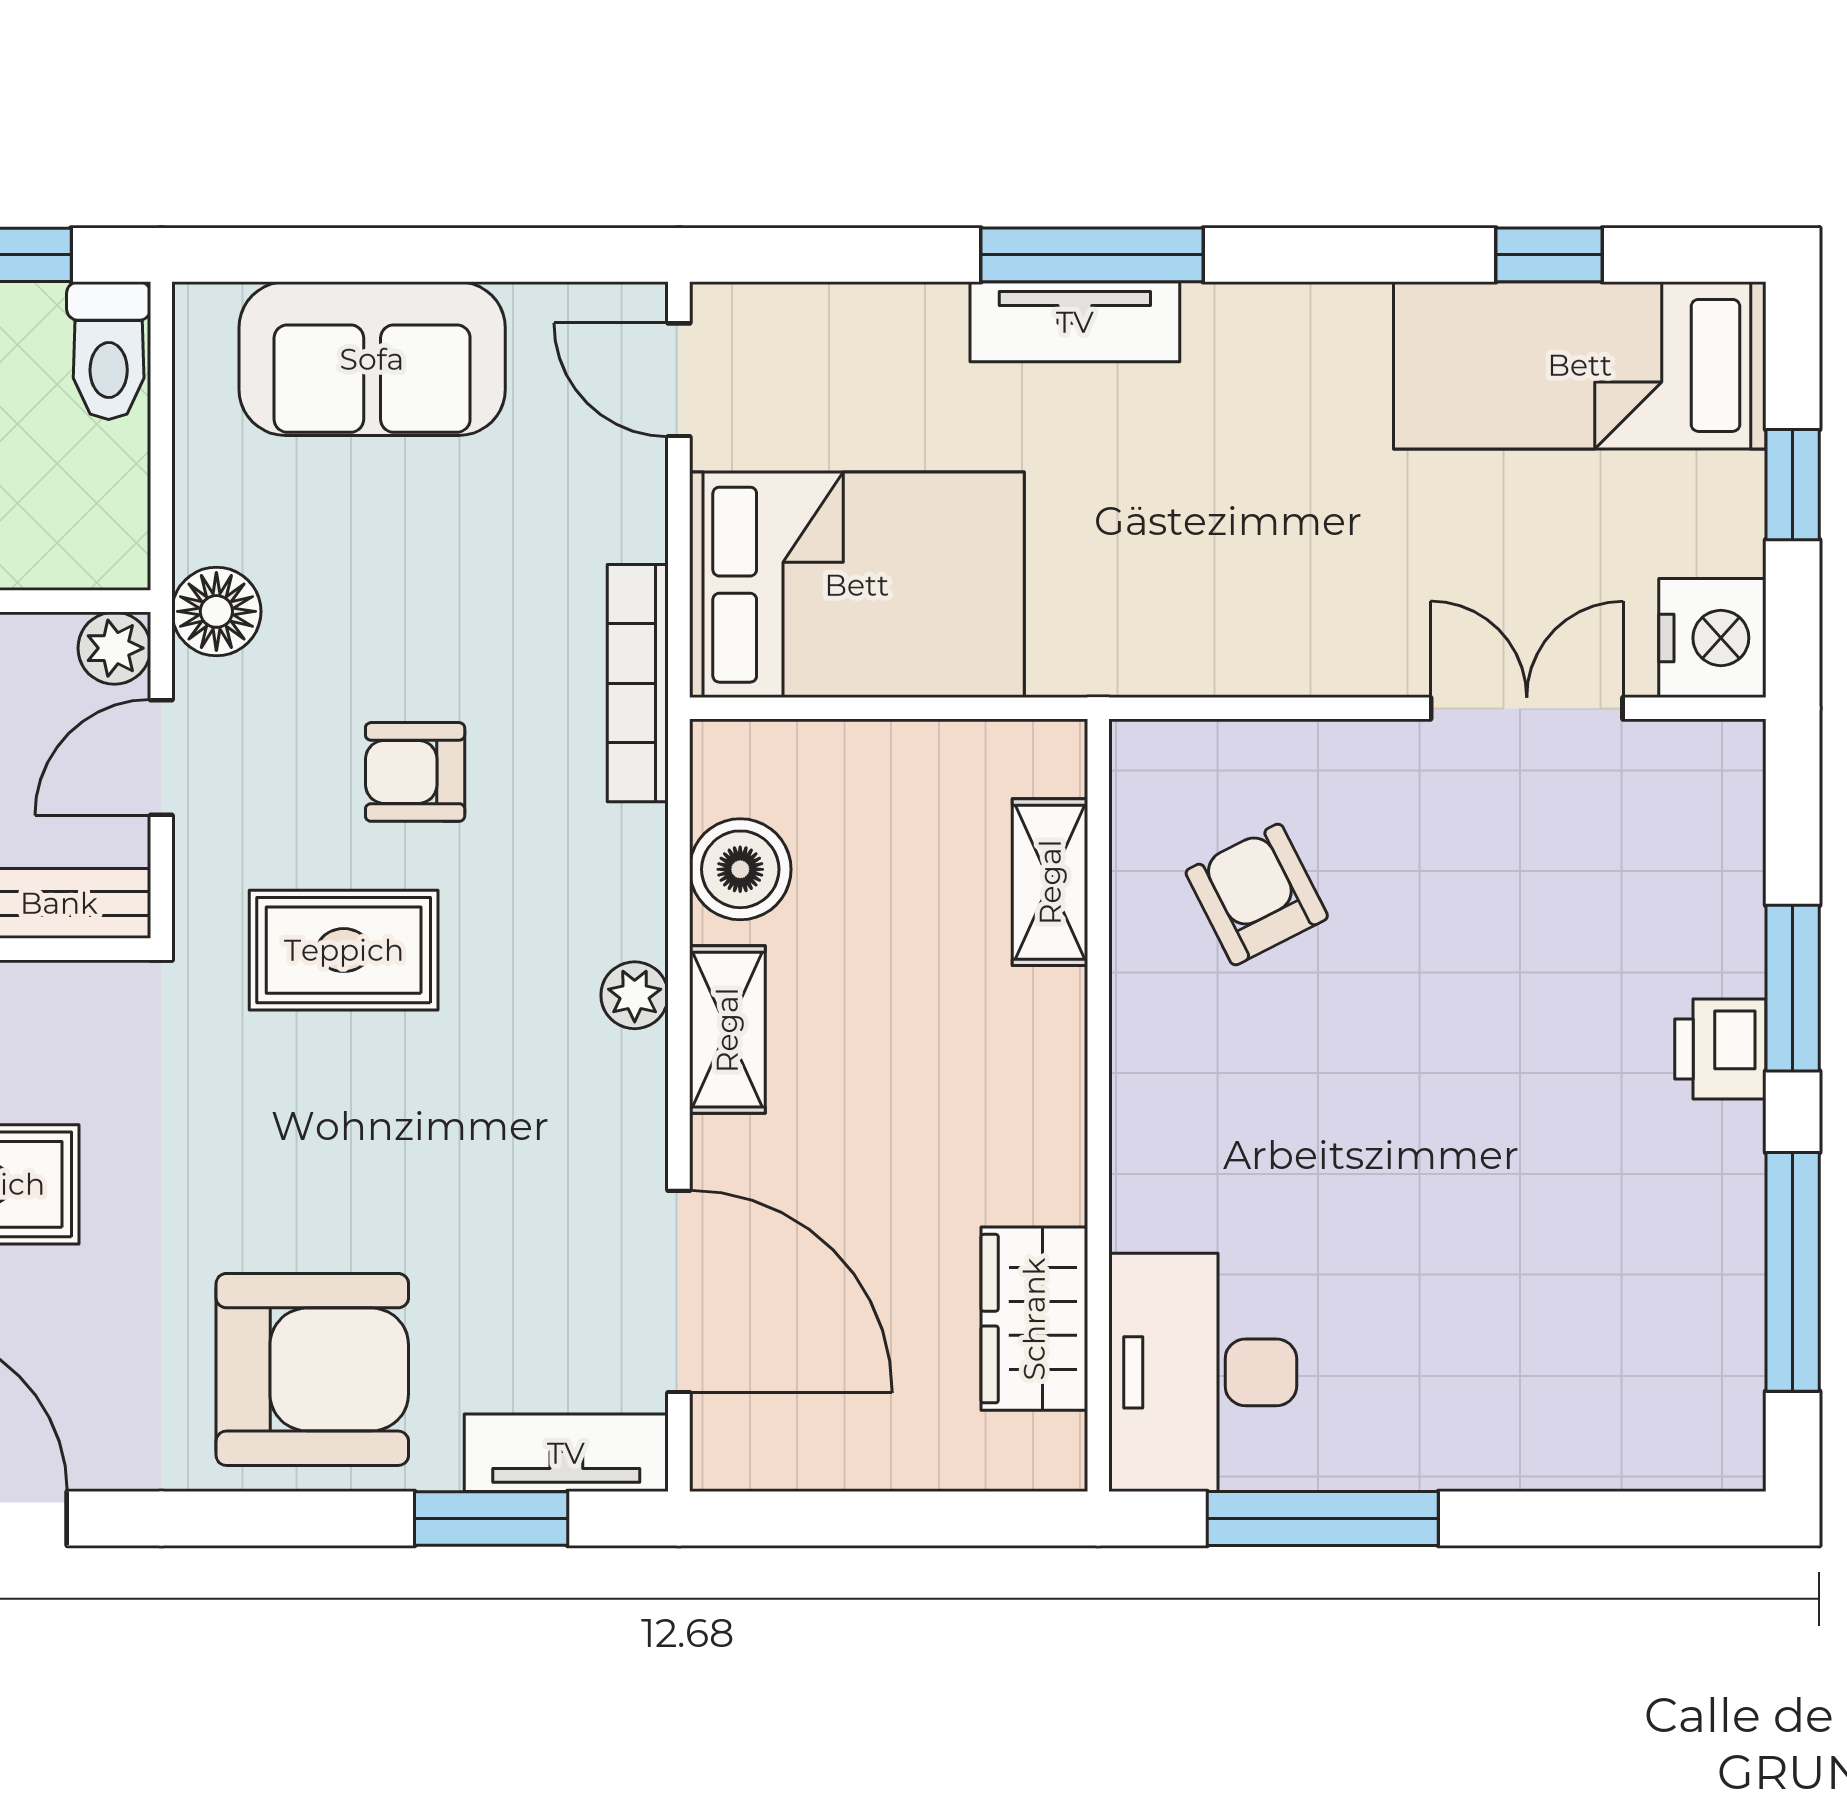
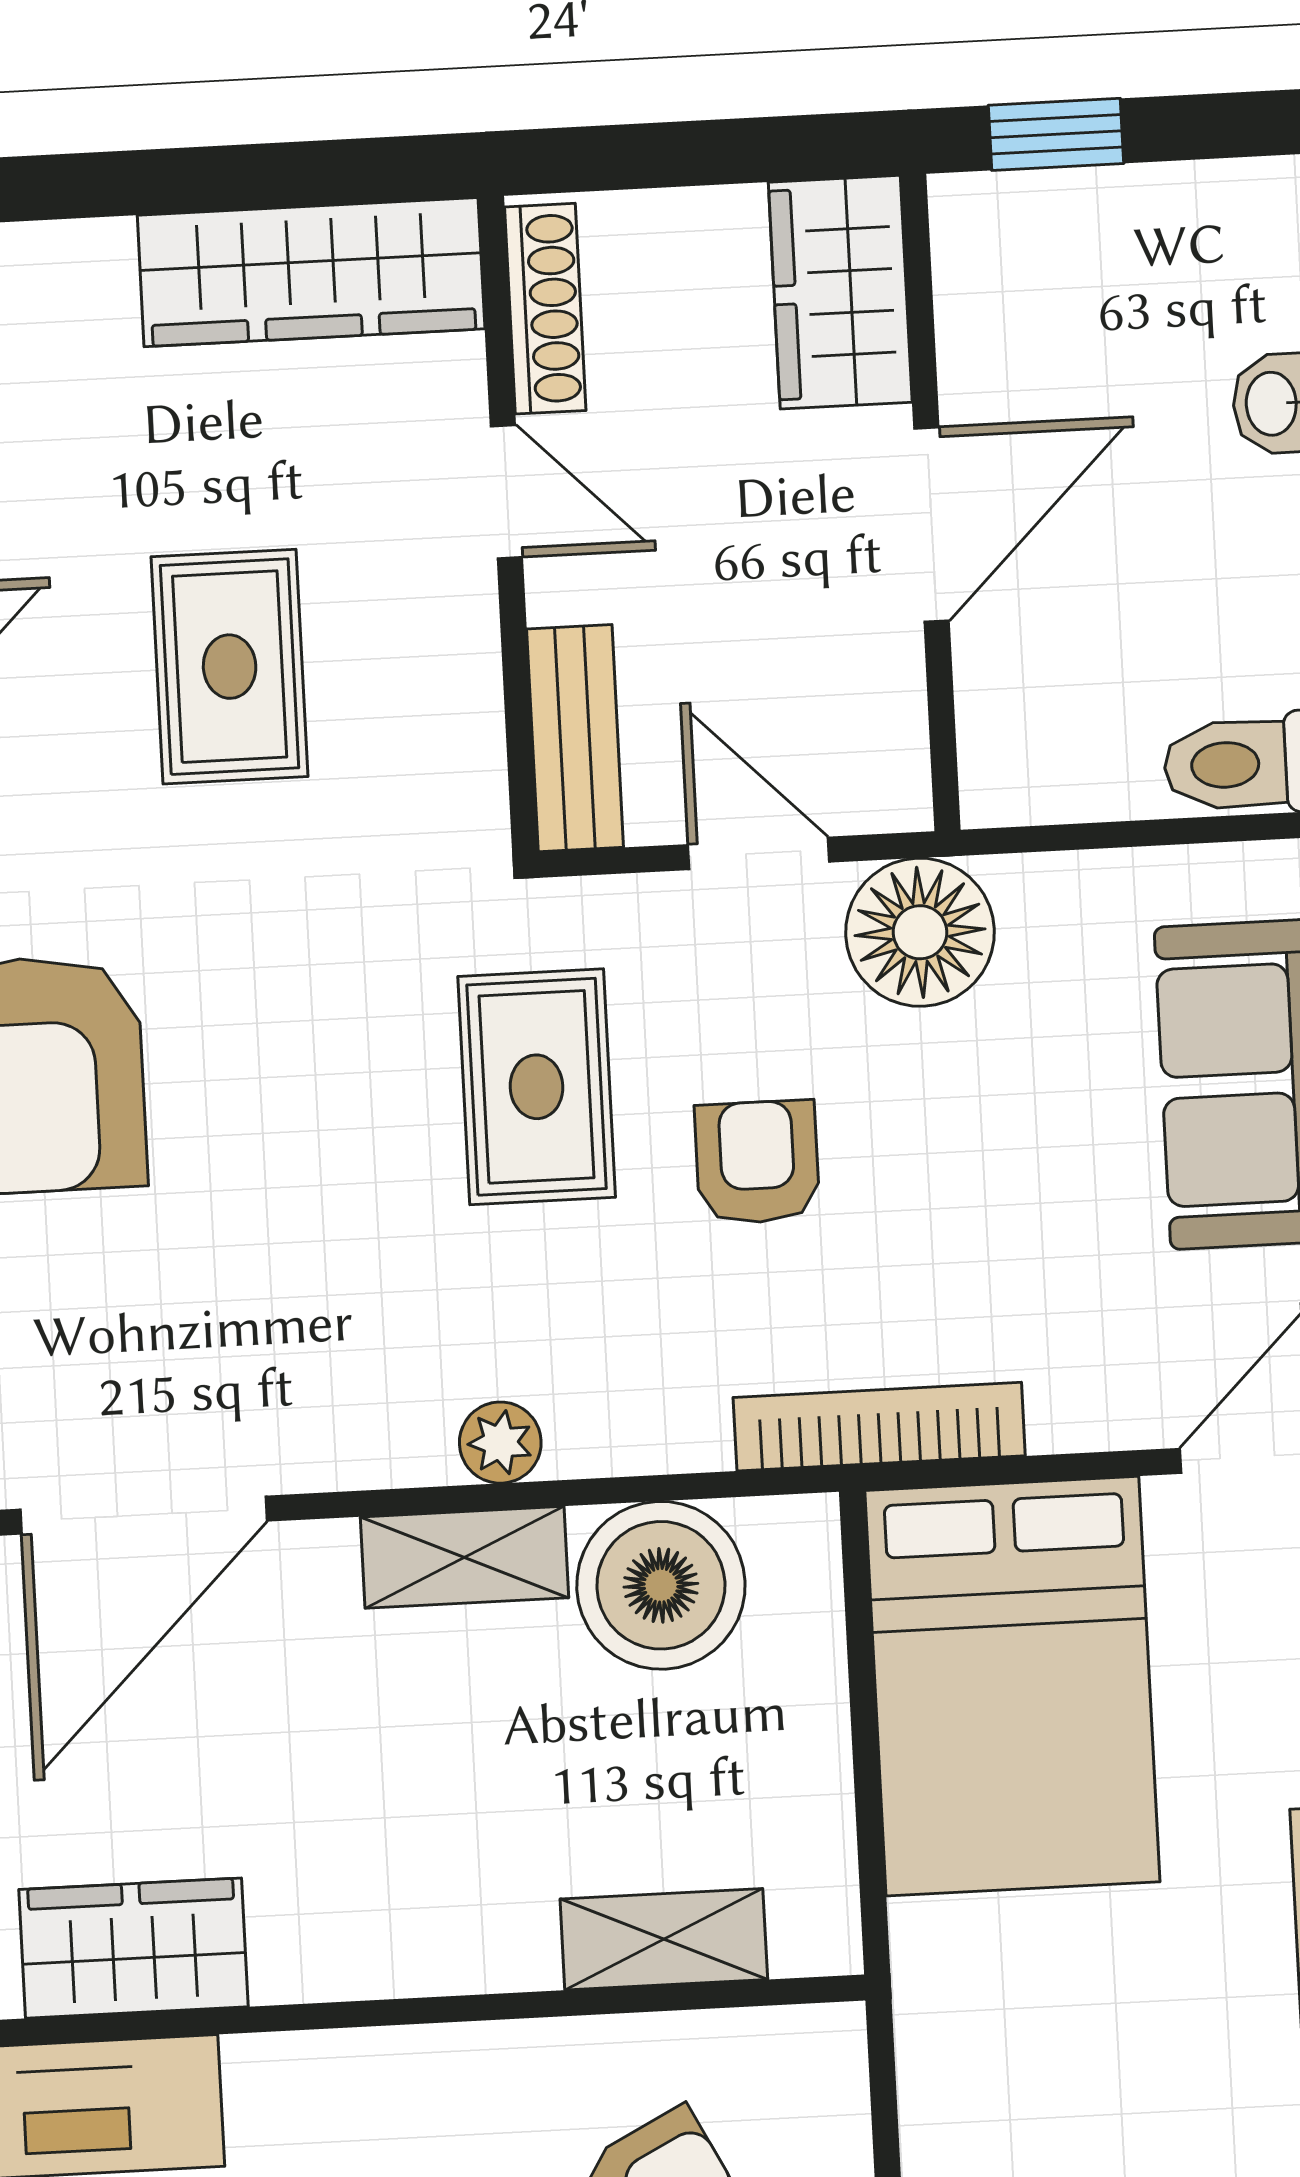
floor lamp: (216, 611) -> (920, 932), width x1.38, depth x1.38
plant: (114, 648) -> (888, 789), removed
boiler: (740, 869) -> (661, 1585), width x1.37, depth x1.37

